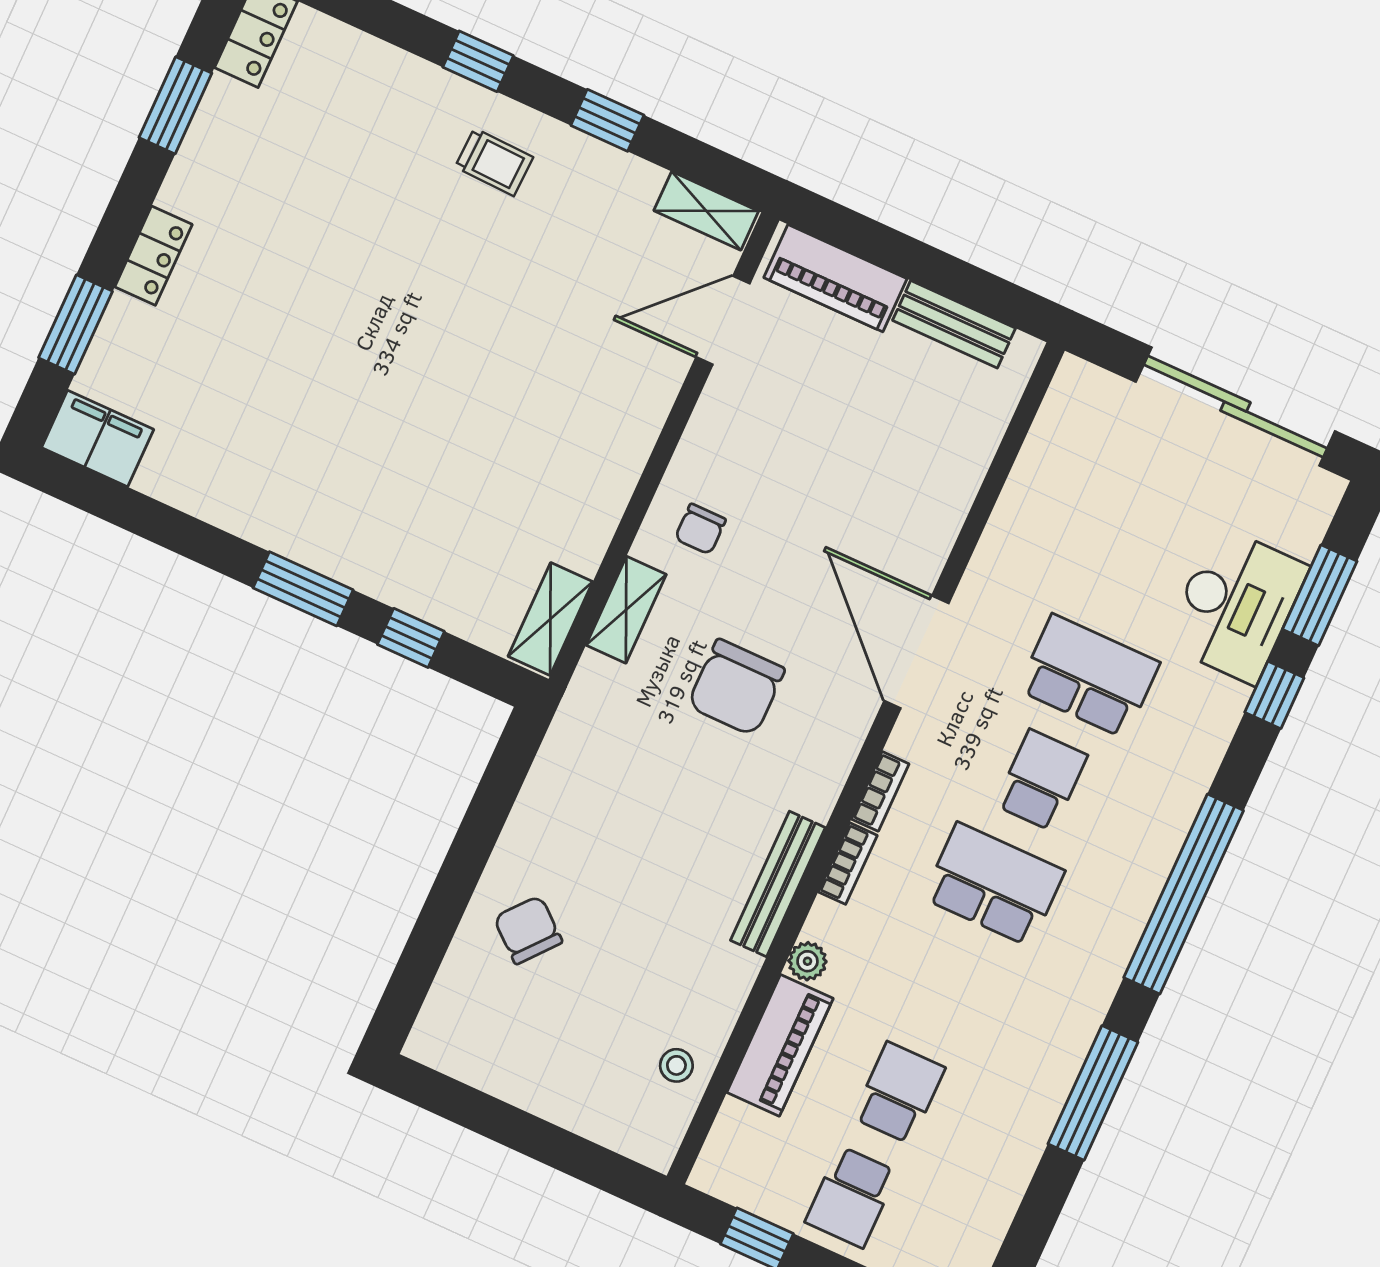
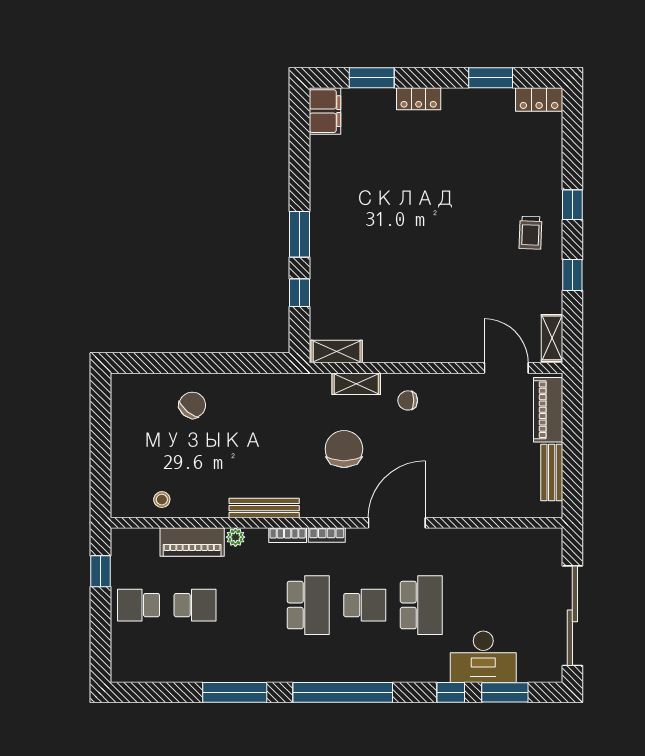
chair: (736, 687) -> (344, 449), turned 90

